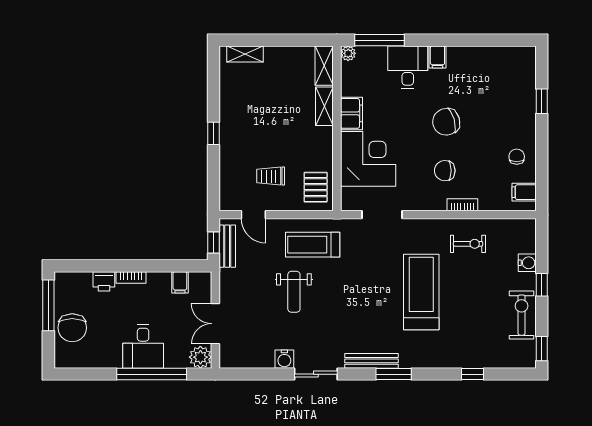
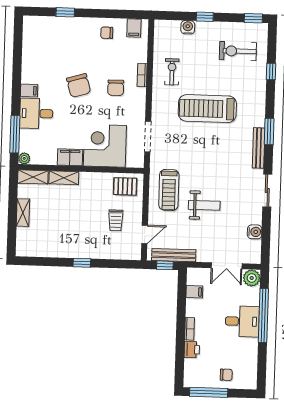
shelving: (245, 54) -> (23, 213), moved
bench: (227, 246) -> (174, 255), width x1.36
exercise bike: (522, 315) -> (238, 51), moved
chair: (72, 328) -> (226, 375), width x0.54, depth x0.54
water cooler: (284, 359) -> (255, 232), moved

